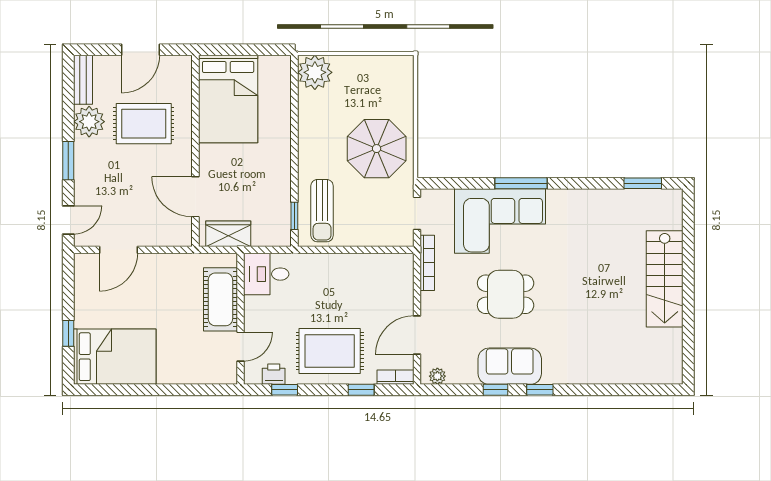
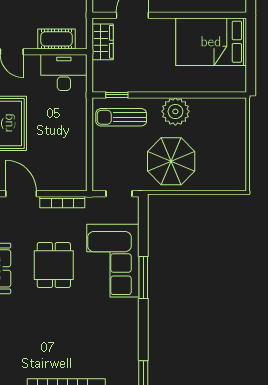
plant: (315, 72) -> (175, 111), moved
bookcase: (427, 263) -> (62, 202), moved
desk: (266, 274) -> (64, 72), width x1.37
cot: (220, 299) -> (57, 39), width x0.73, depth x0.75

